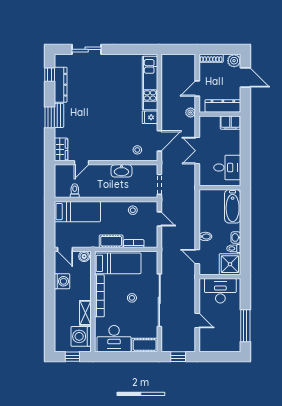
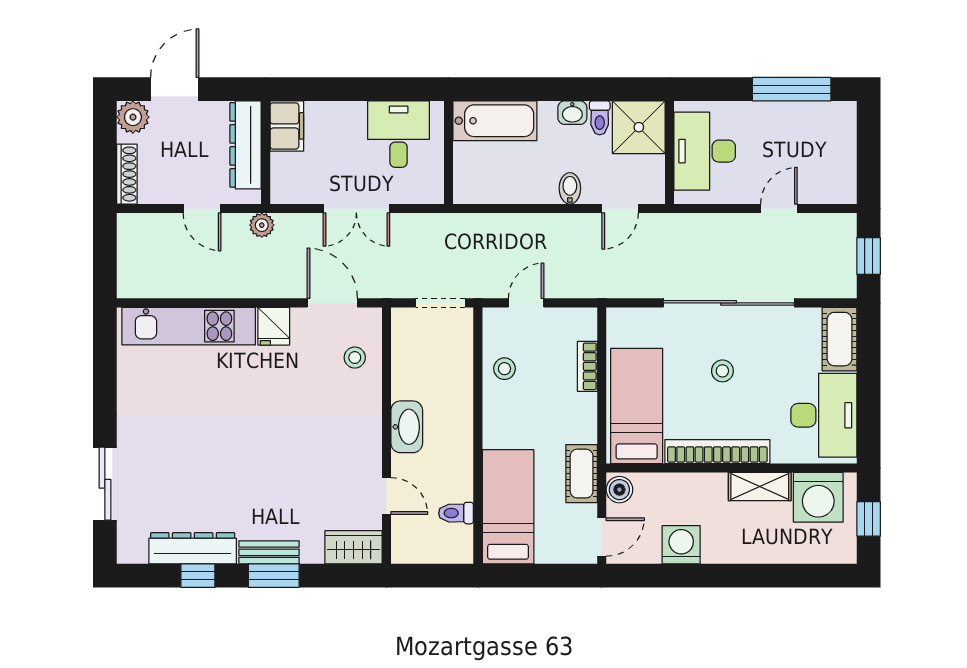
window: (50, 75) -> (198, 576), moved
washbasin: (121, 171) -> (407, 427), moved
cot: (111, 241) -> (582, 474), moved

